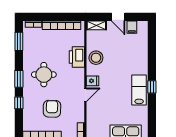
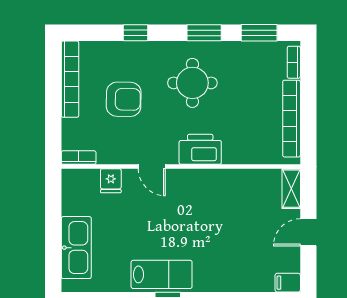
filing cabinet: (132, 27) -> (288, 283), moved
printer: (77, 57) -> (200, 149), moved
stool: (96, 58) -> (226, 188), removed
window: (19, 79) -> (204, 33), moved
fridge: (92, 81) -> (111, 181), moved

